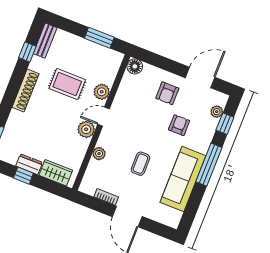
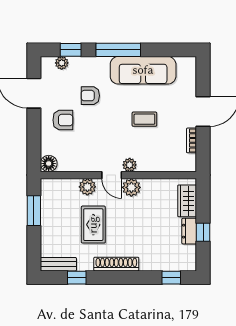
plant: (99, 154) -> (130, 165), moved

